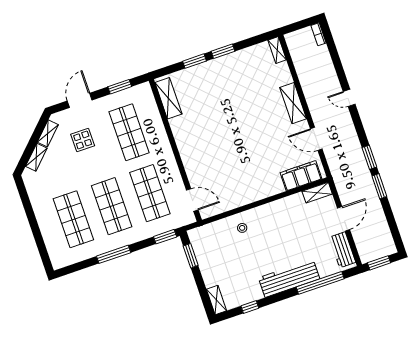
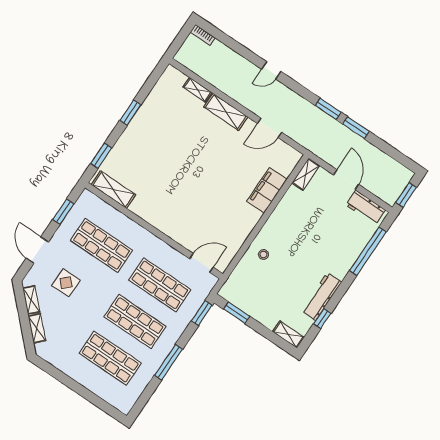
shelving: (277, 50) -> (197, 90), moved
window: (194, 61) -> (101, 156), moved
filing cabinet: (301, 176) -> (267, 190), moved
workbench: (289, 278) -> (322, 296), moved, width x0.73, depth x0.76

